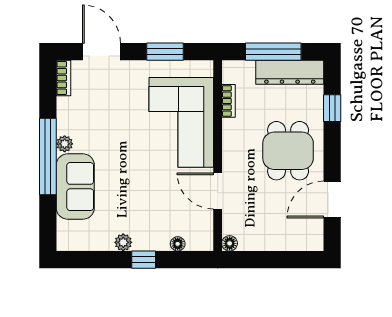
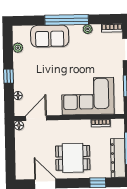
plant: (65, 144) -> (88, 29), moved
door: (218, 191) -> (36, 118), moved
plant: (123, 242) -> (18, 48), moved

